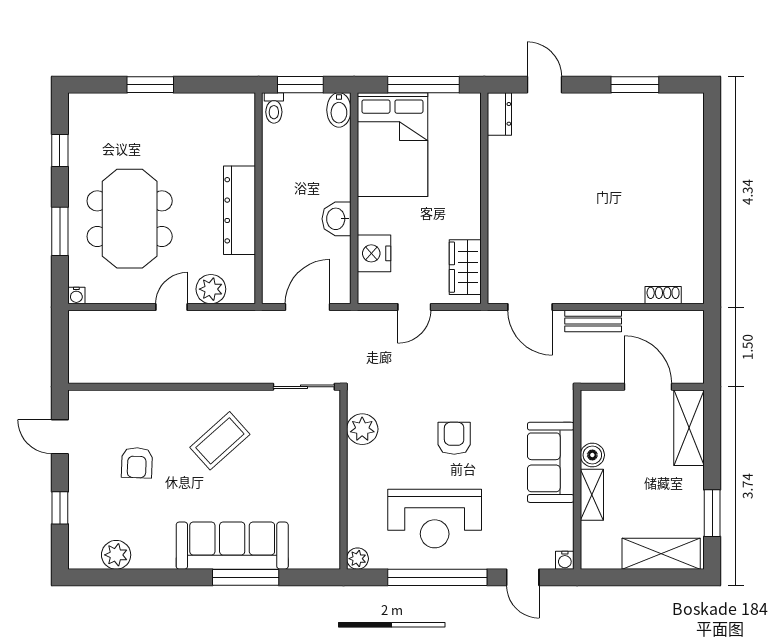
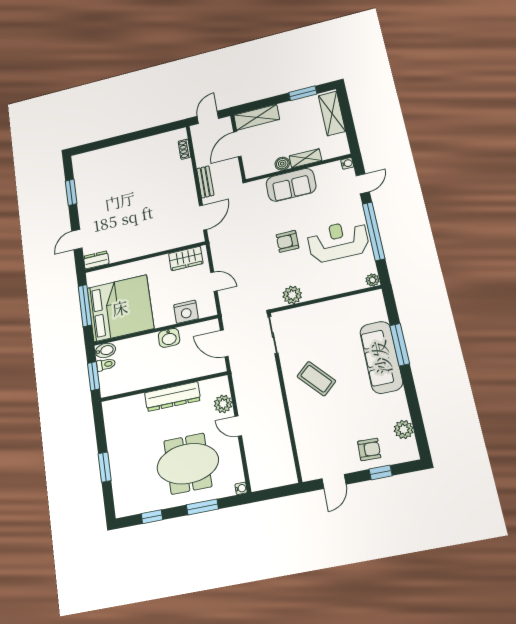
toilet: (274, 108) -> (106, 364), moved
bed: (392, 145) -> (120, 308), width x1.36
door: (712, 345) -> (208, 117), added
armchair: (137, 463) -> (369, 449), moved
reception desk: (435, 519) -> (338, 241), turned -90

